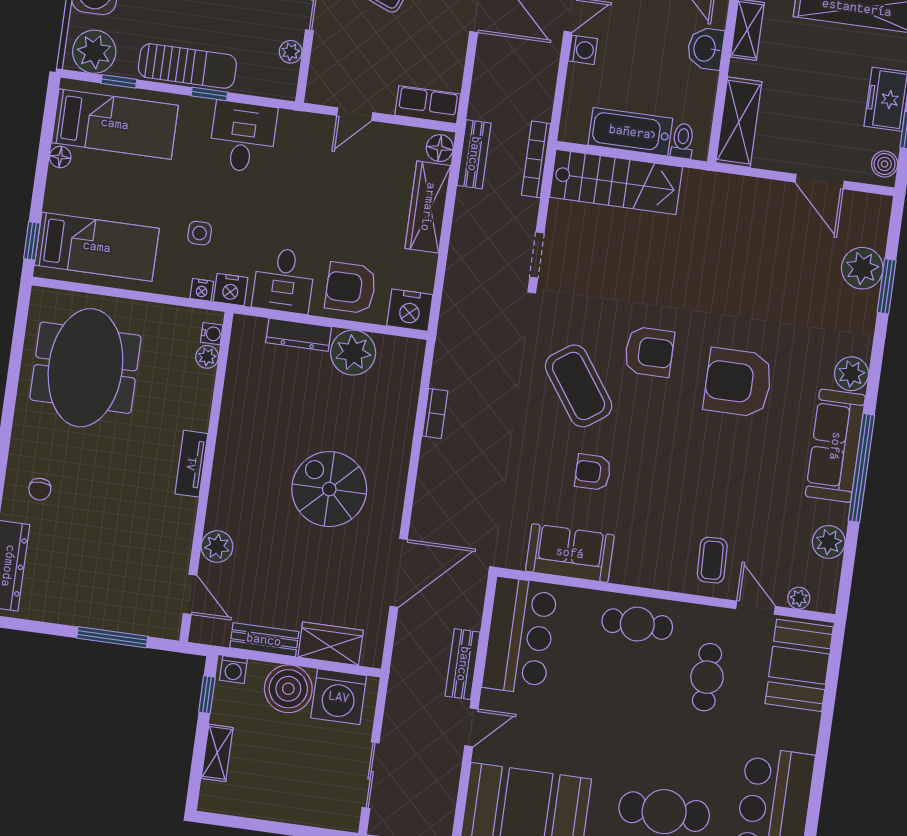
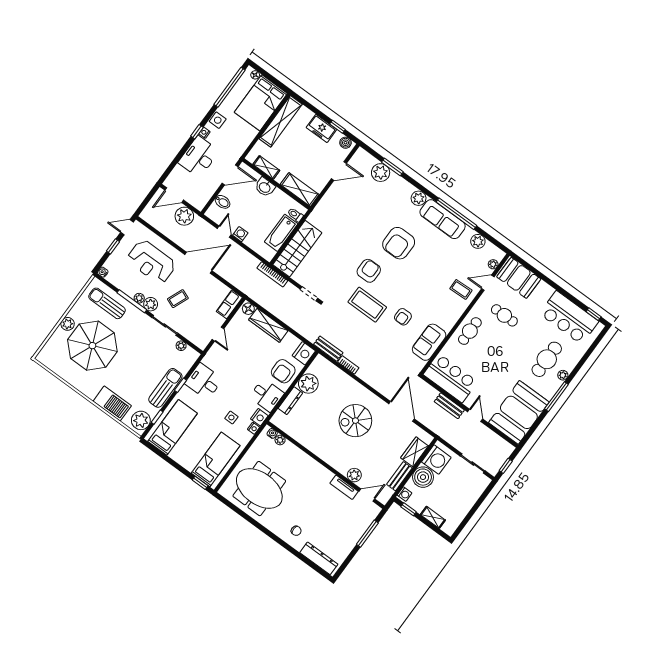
bench: (474, 154) -> (328, 349), moved
floor lamp: (60, 157) -> (174, 455), removed
coffee table: (579, 386) -> (367, 305), turned 35
tv unit: (191, 464) -> (344, 487), moved

